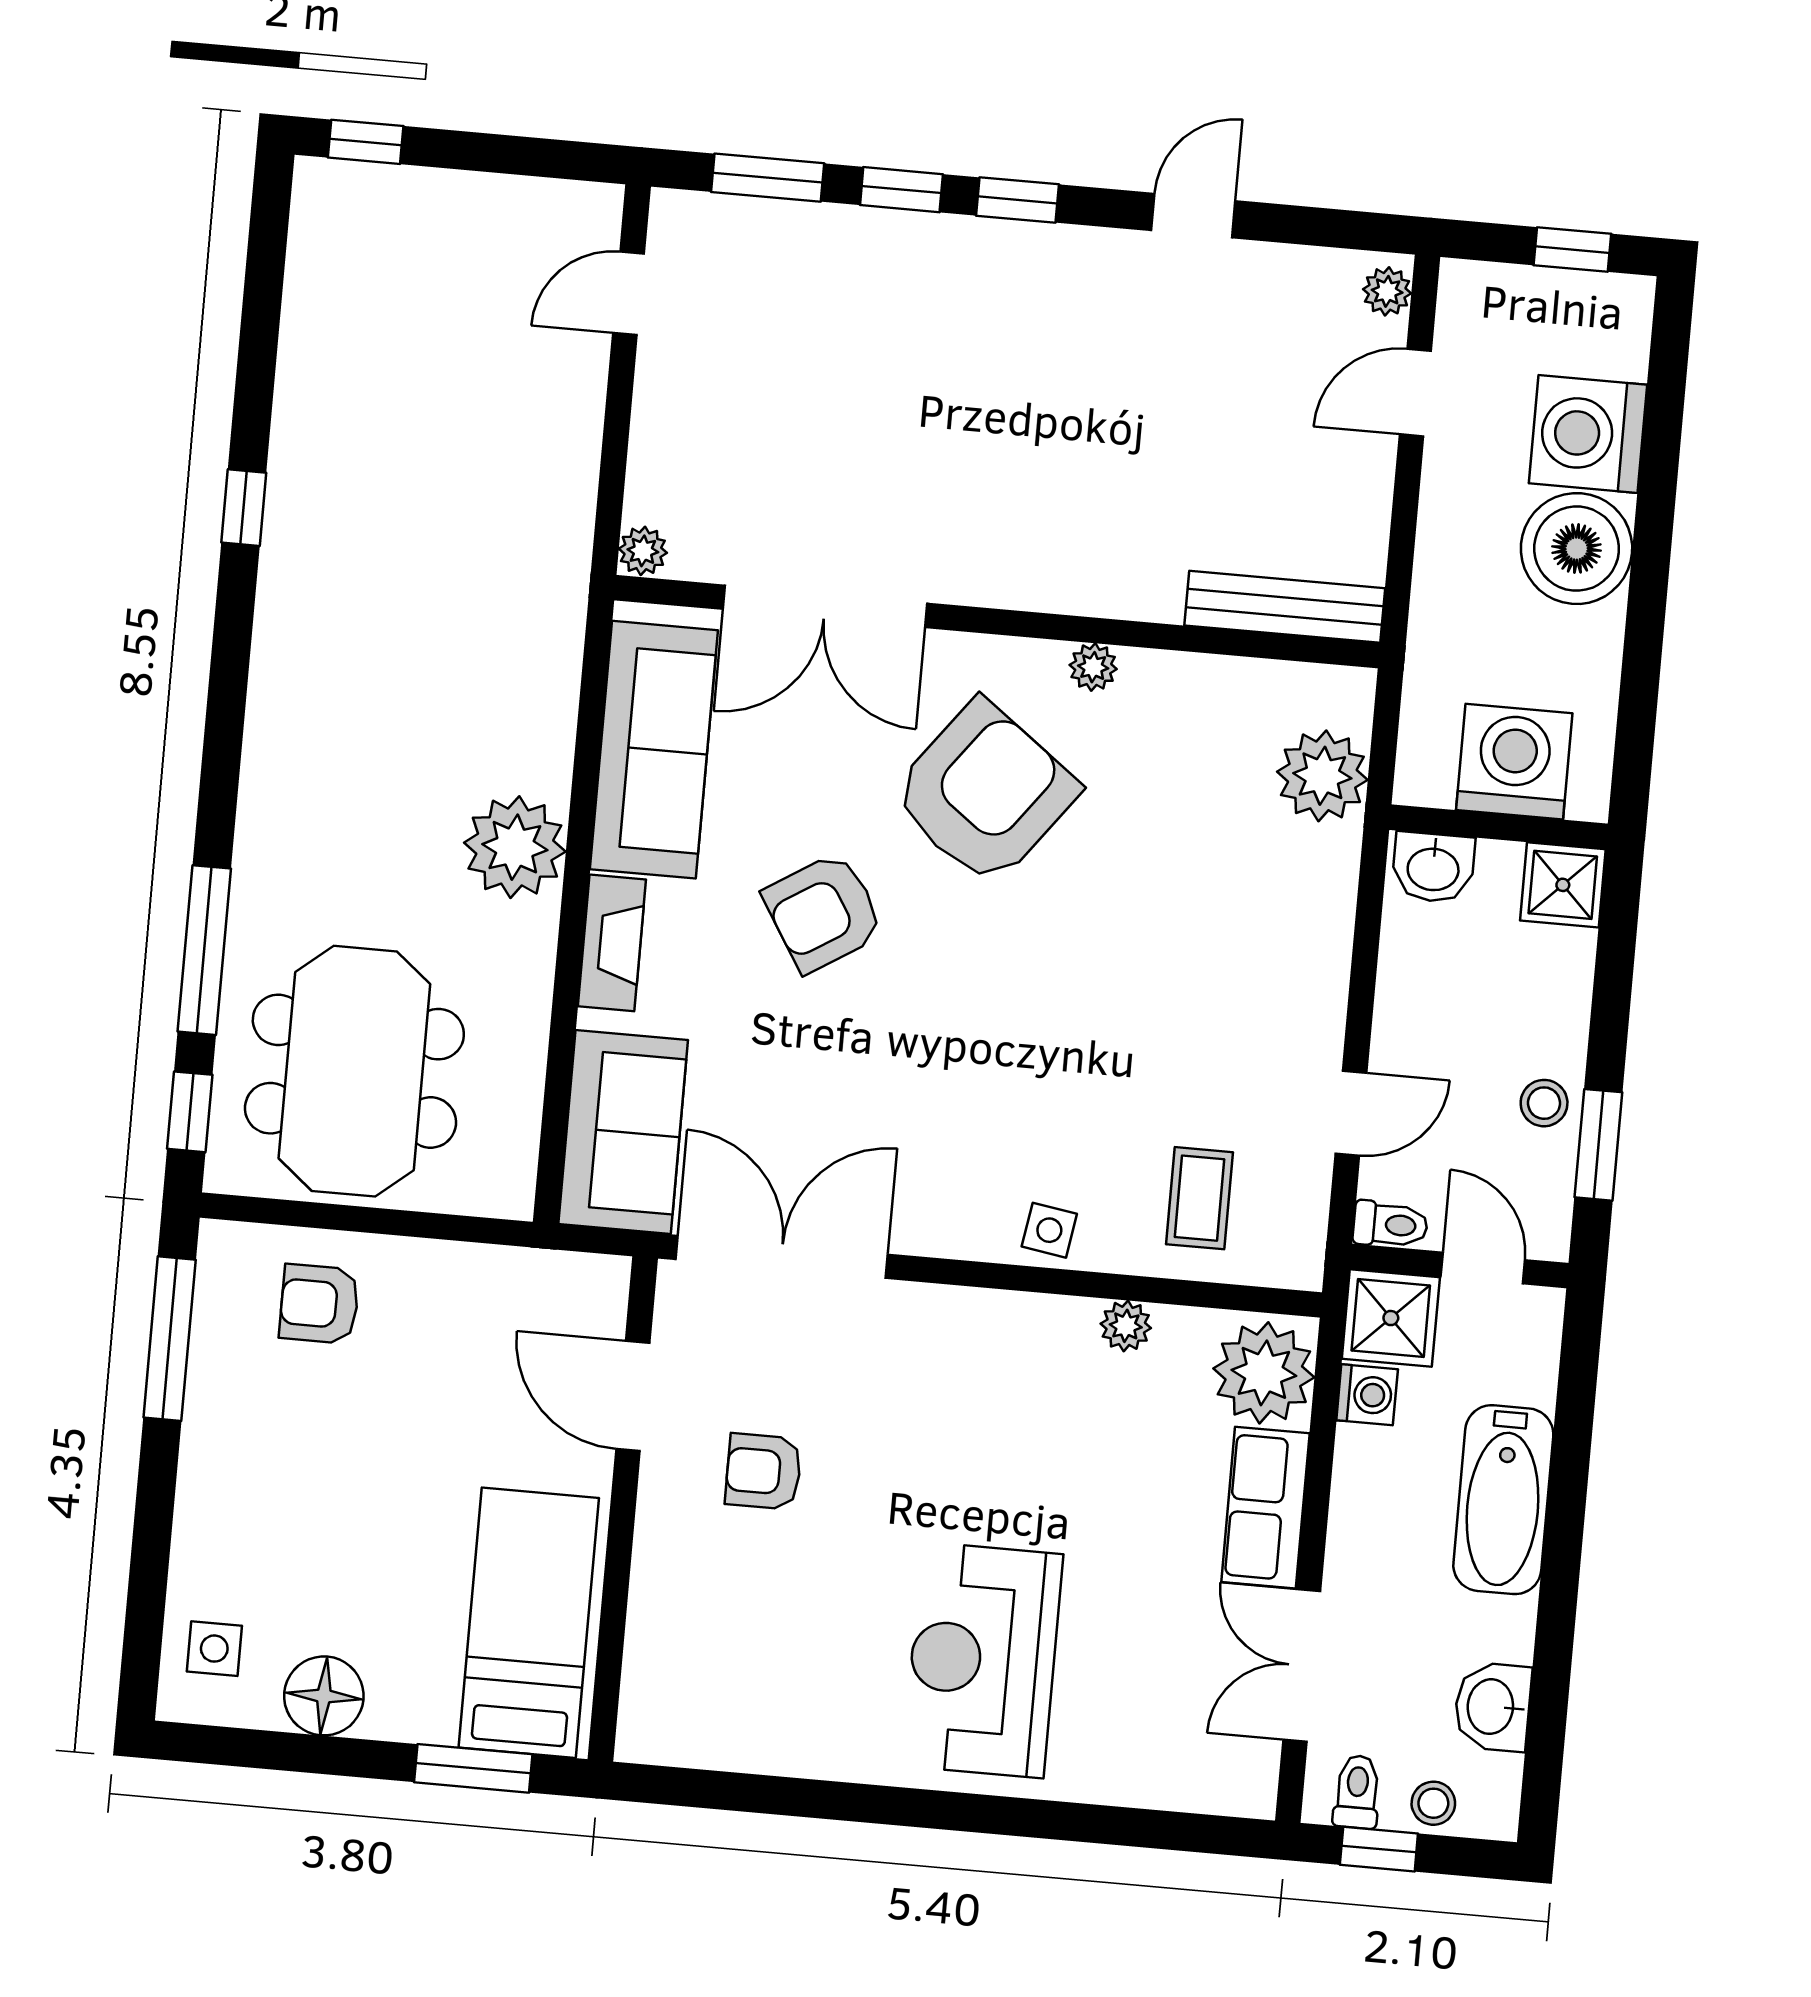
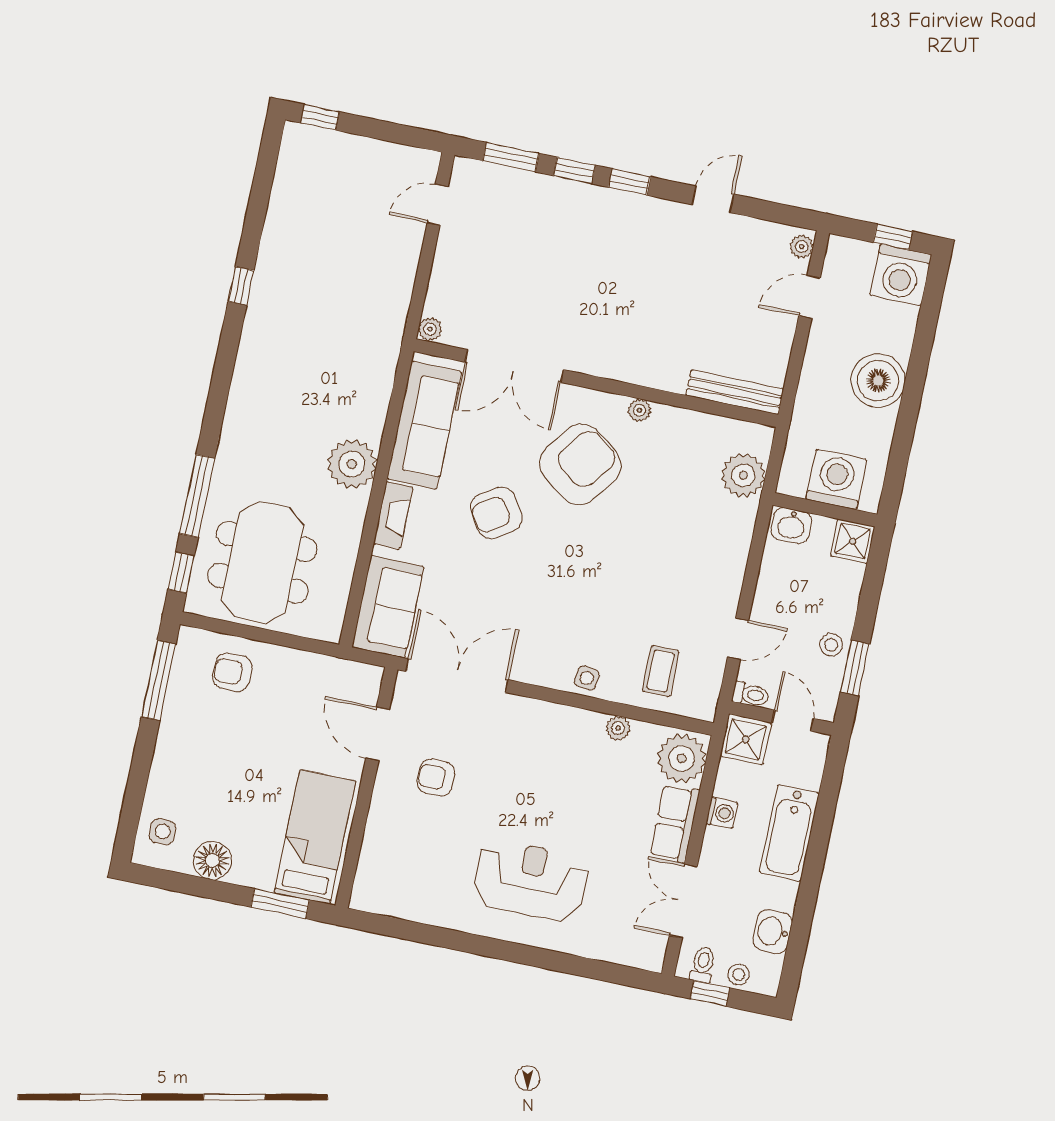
washing machine: (1588, 434) -> (901, 275), moved, turned -90
washing machine: (1367, 1395) -> (722, 813), moved
reception desk: (983, 1660) -> (531, 880), turned 90

